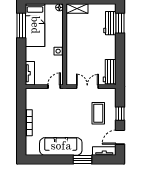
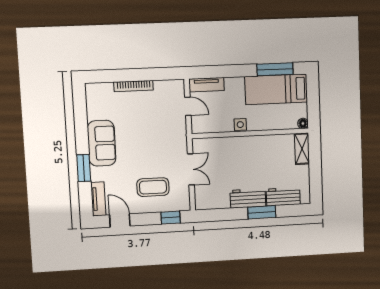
window: (120, 23) -> (262, 212), moved
workbench: (110, 72) -> (248, 198), moved
door: (54, 87) -> (188, 106), moved
window: (120, 114) -> (171, 218), moved
sofa: (61, 146) -> (102, 143), width x0.73

